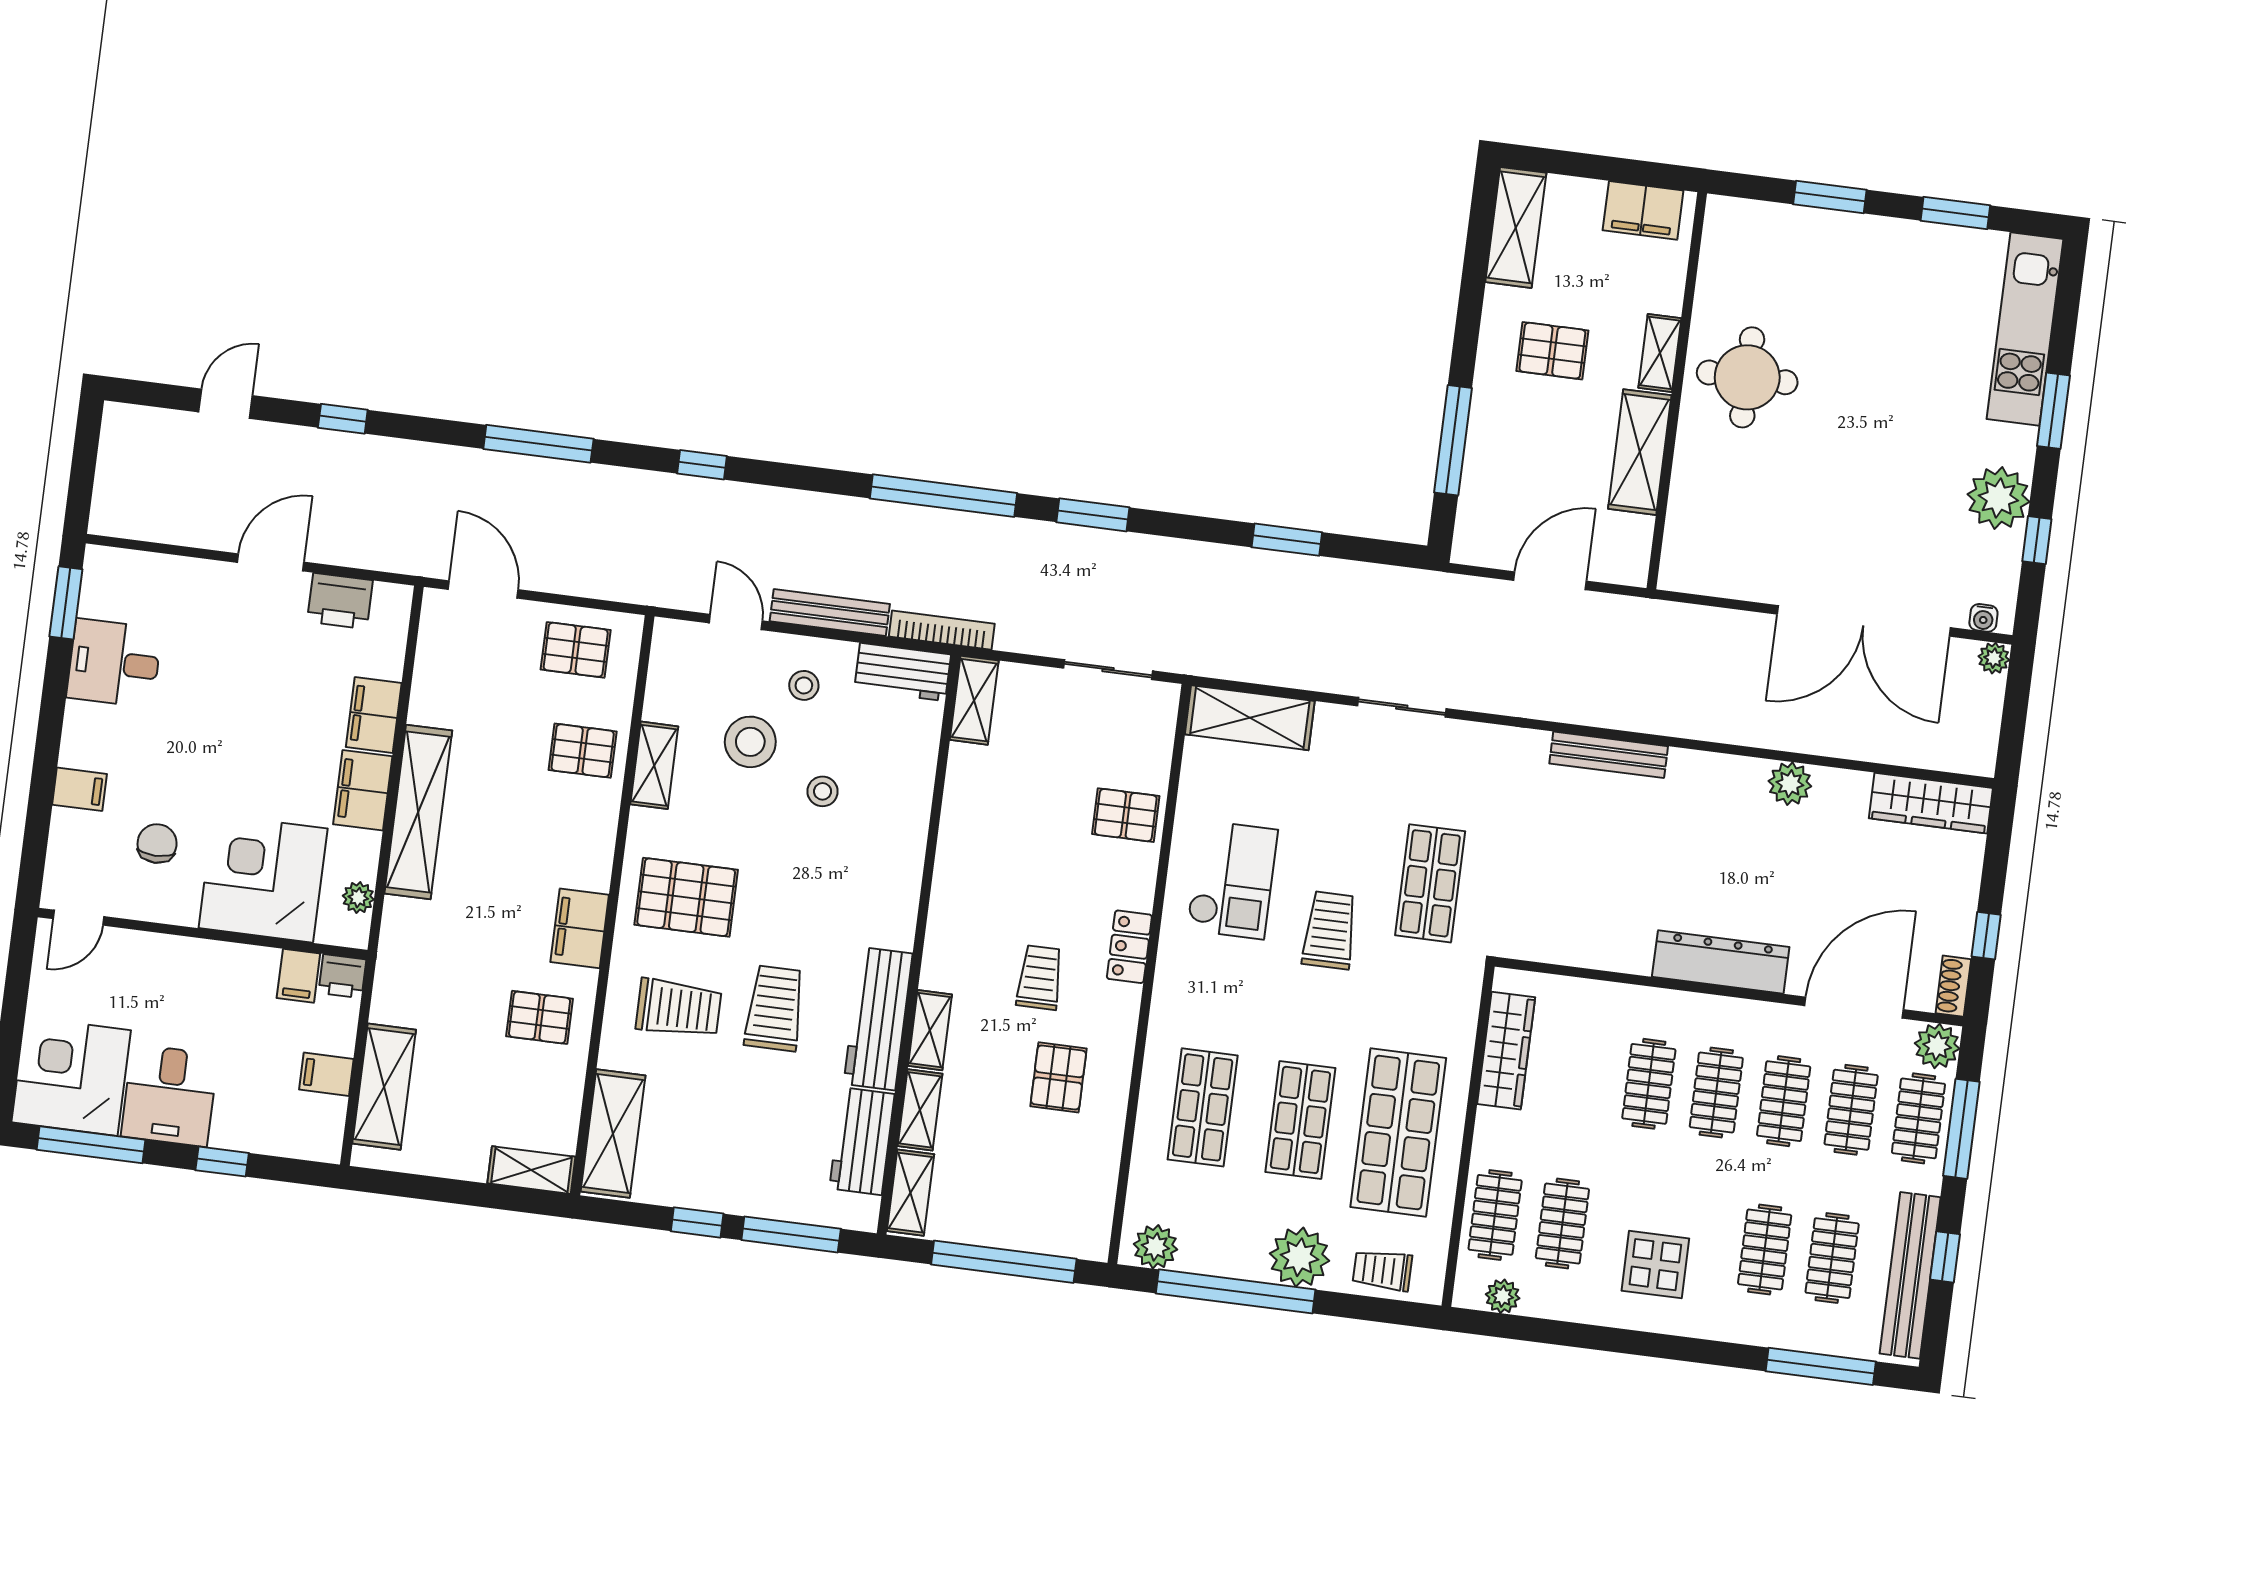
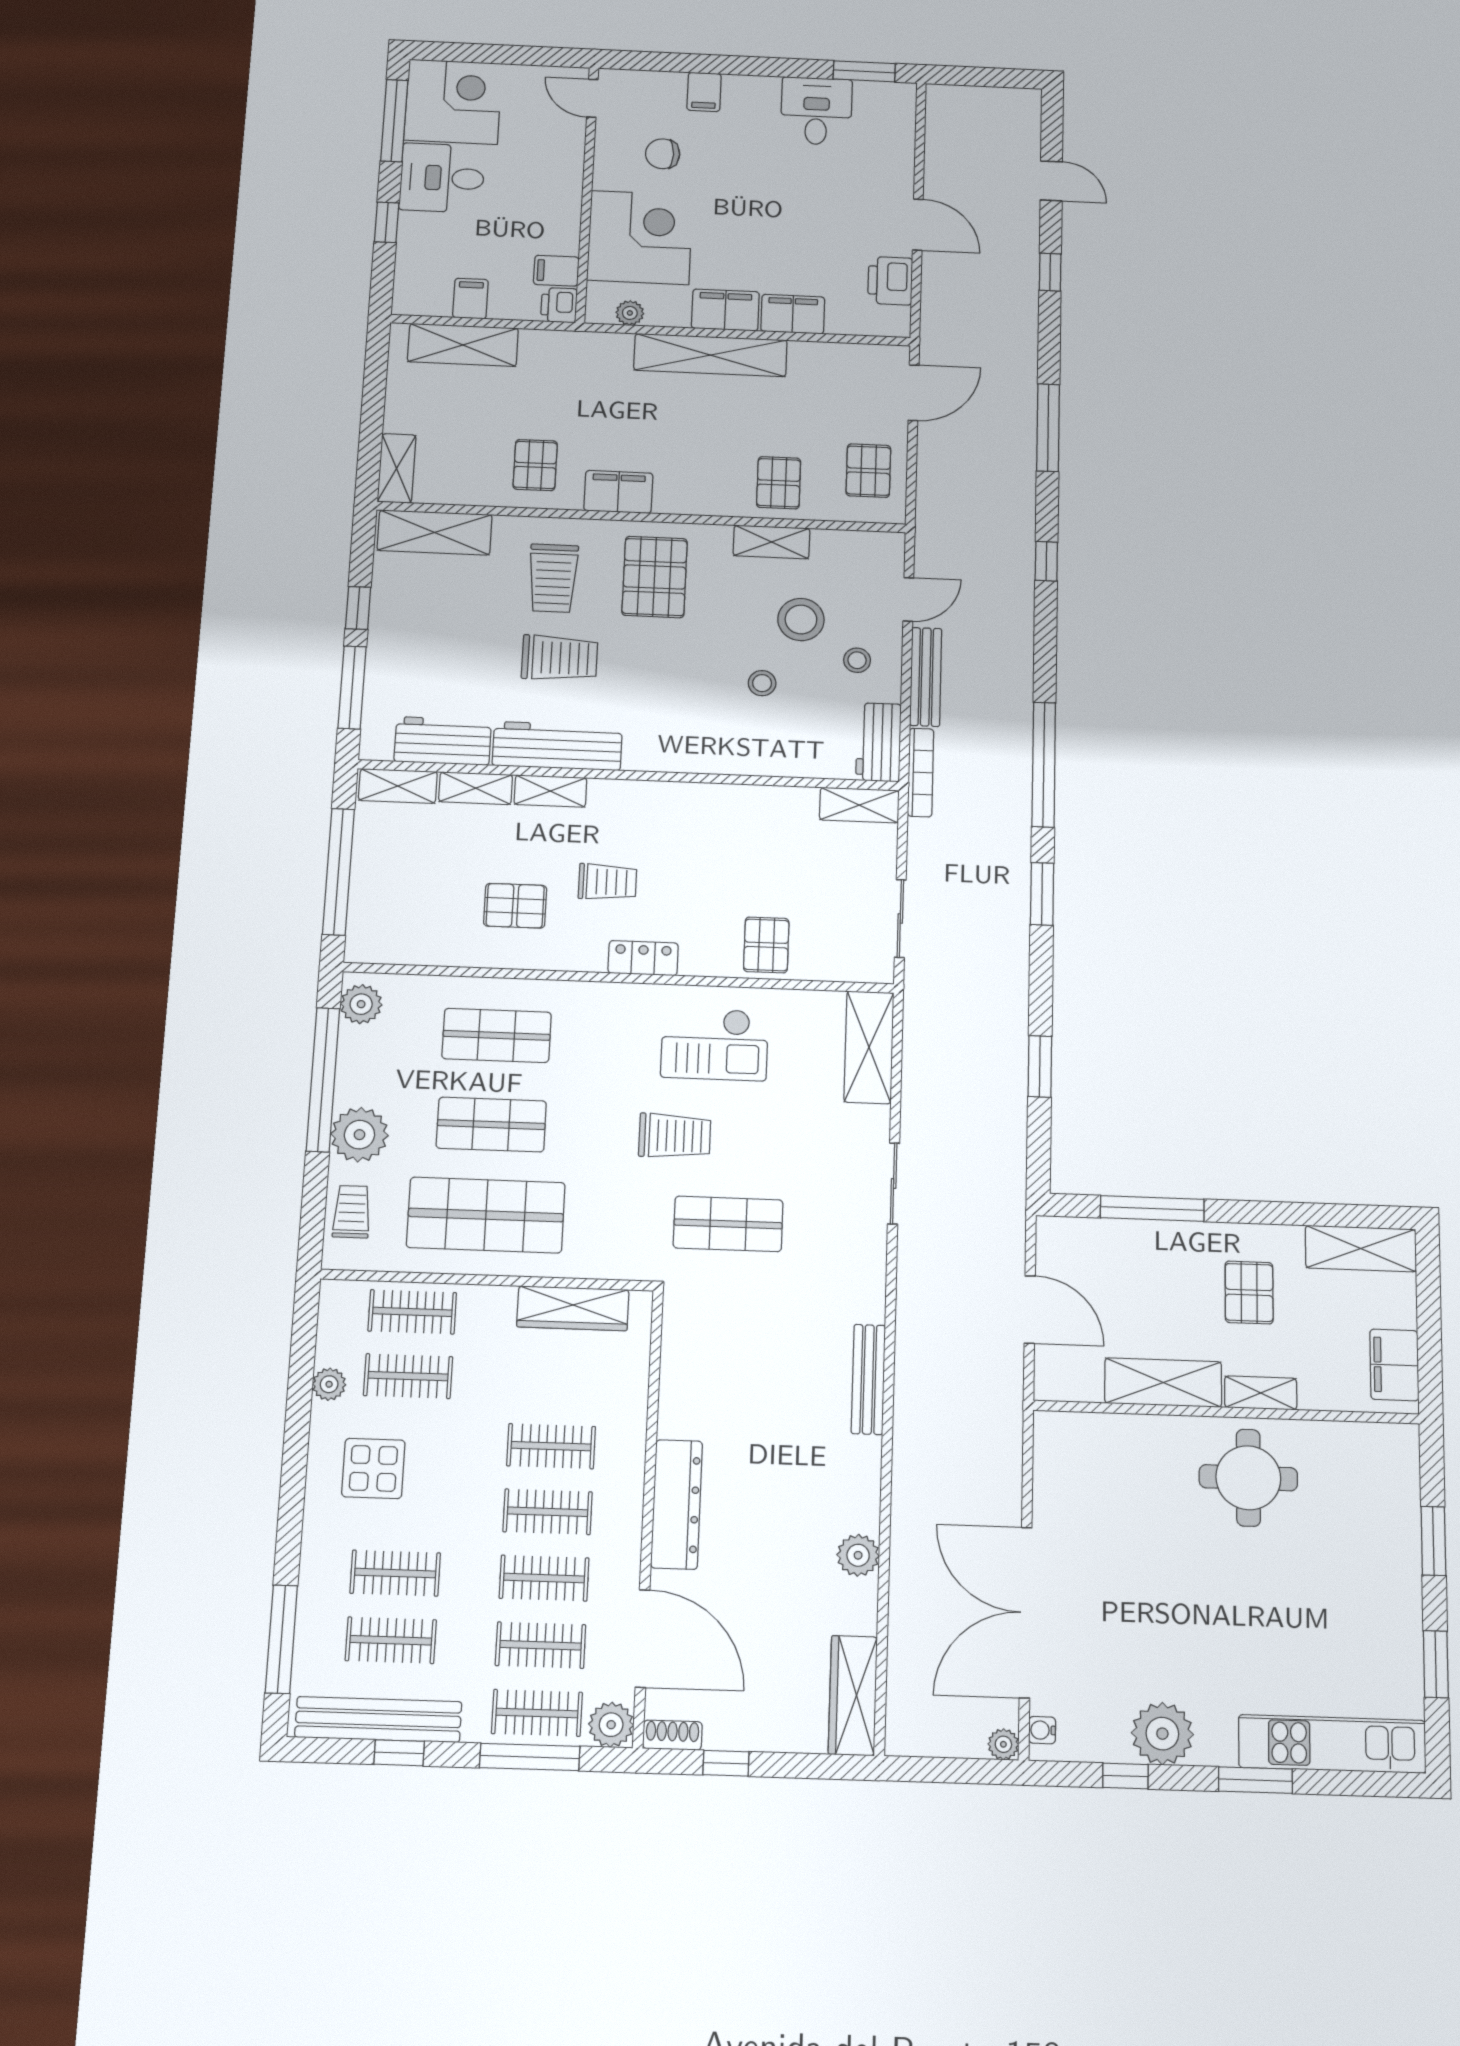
chair: (157, 844) -> (663, 154), turned 180
plant: (1503, 1296) -> (329, 1384), moved

